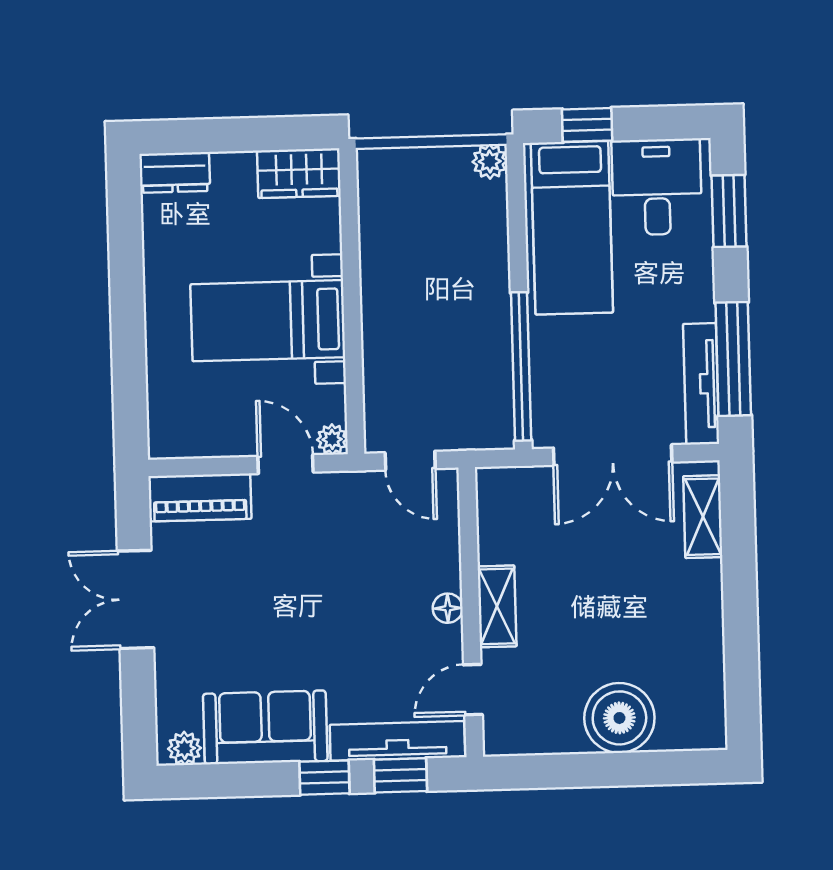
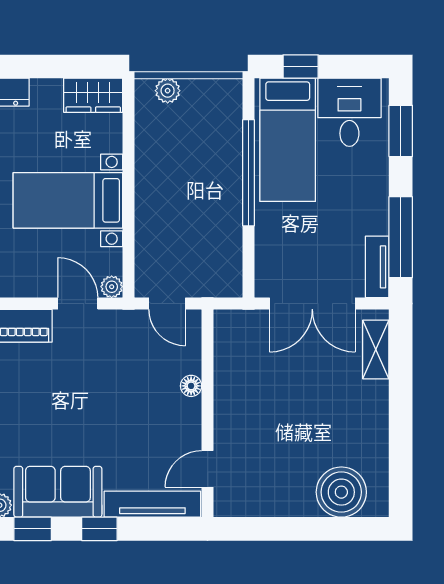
plant: (490, 161) -> (168, 91), moved
window: (521, 366) -> (248, 173), moved
tv unit: (701, 384) -> (377, 267), width x0.71
shelving: (497, 606) -> (226, 410), removed
floor lamp: (448, 608) -> (191, 386), moved
boiler: (619, 718) -> (341, 492), moved
window: (400, 775) -> (33, 529), moved

